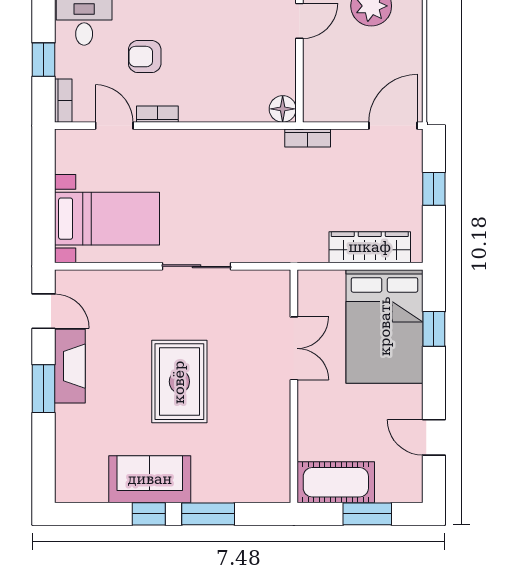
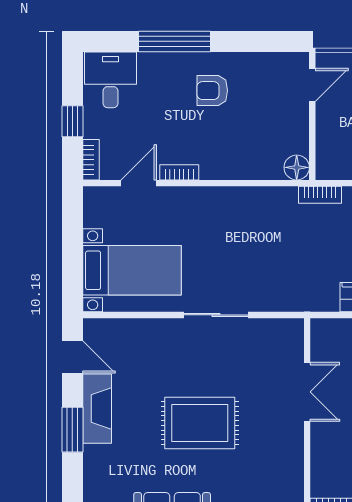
armchair: (145, 57) -> (212, 91), moved
door: (114, 126) -> (139, 183), hinge flipped
rug: (179, 382) -> (200, 423), turned 90

